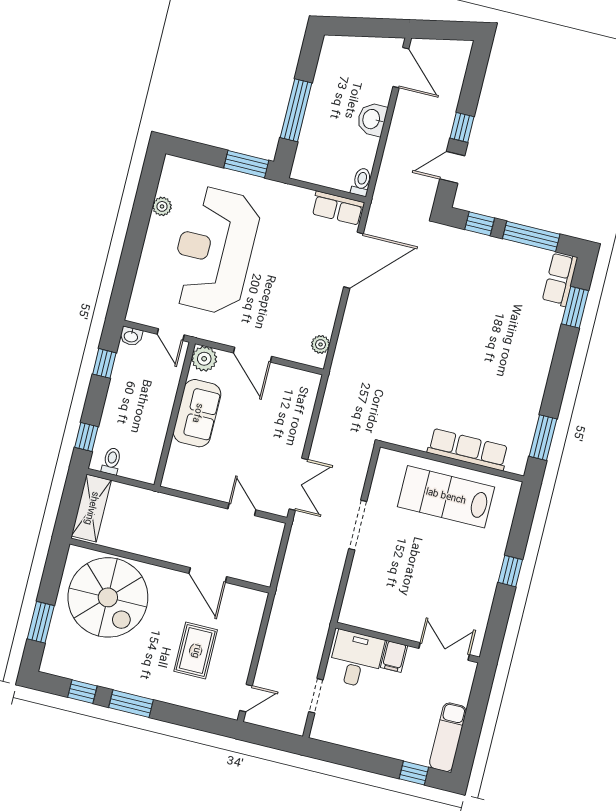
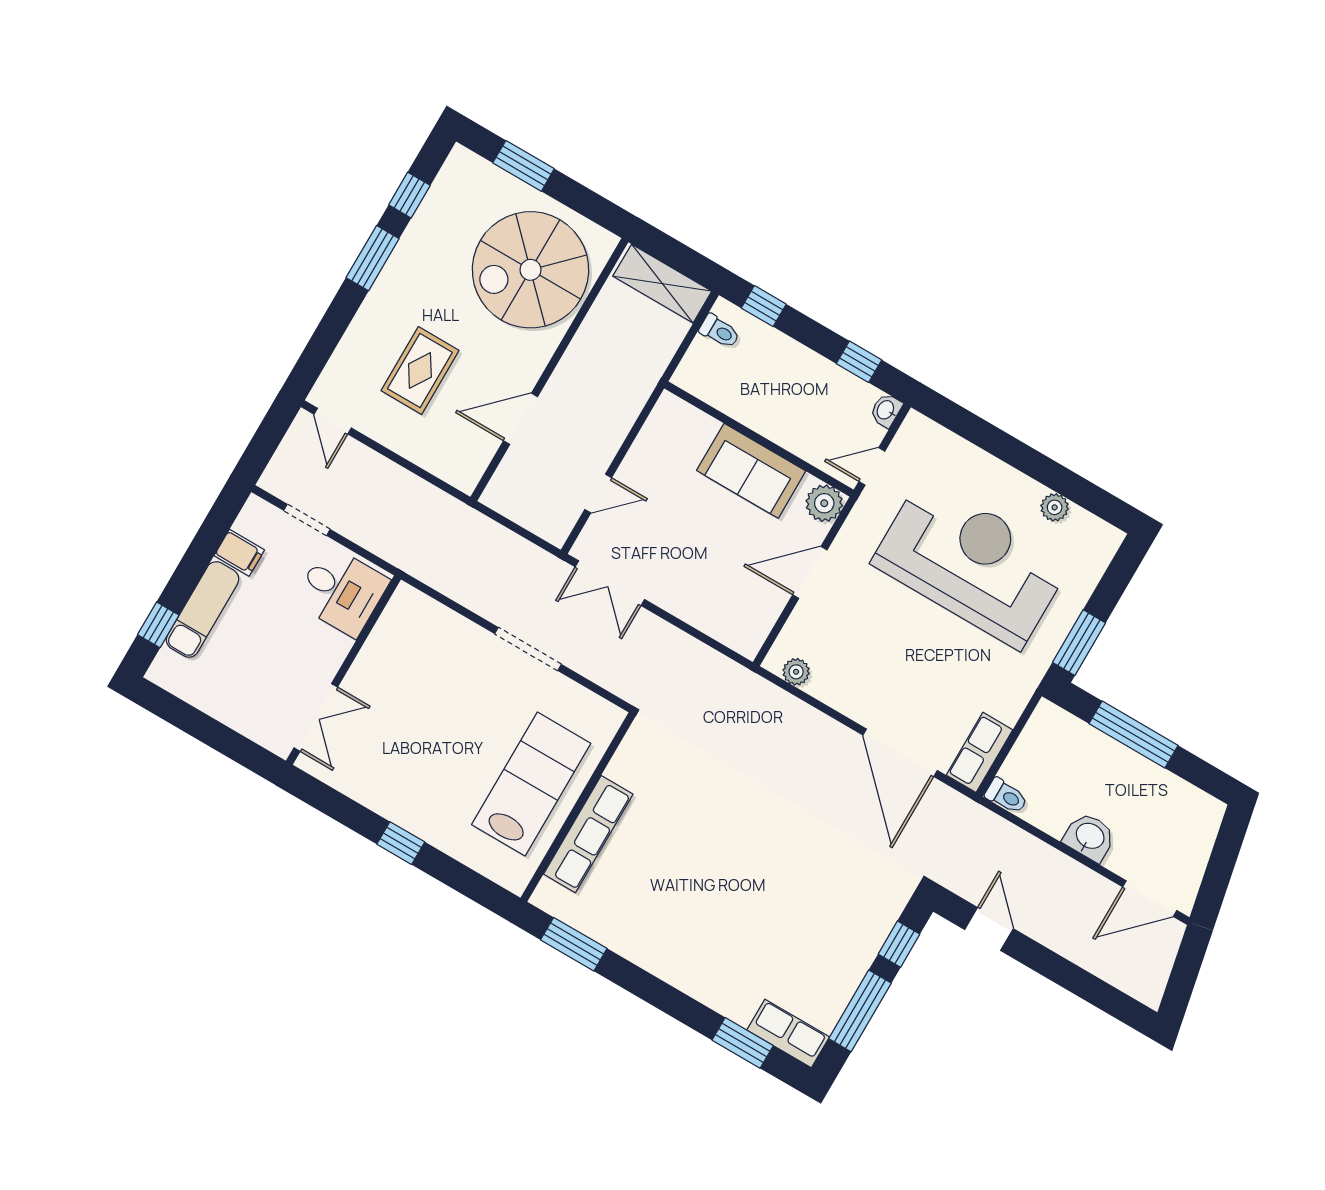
window: (462, 127) -> (1041, 959), removed
rug: (196, 651) -> (420, 371), turned 90
filing cabinet: (394, 656) -> (239, 553), moved, turned 180
exam couch: (448, 737) -> (203, 609), moved, turned 90

